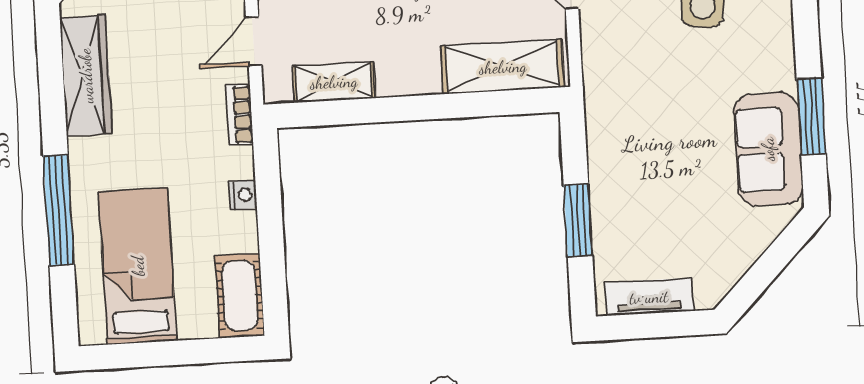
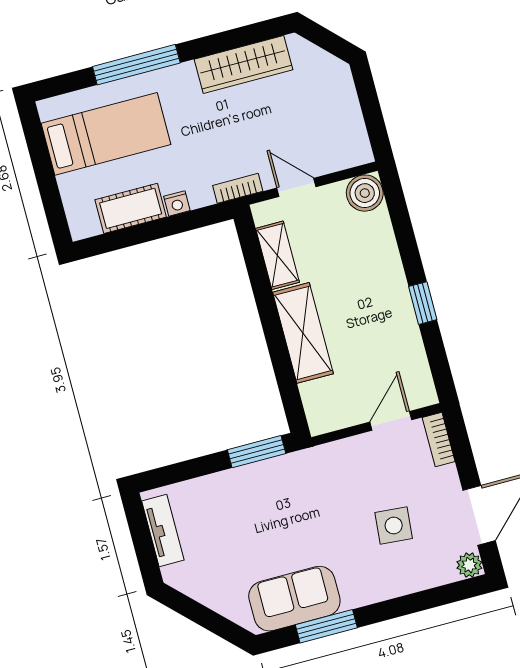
shelving: (503, 67) -> (303, 333), moved
window: (578, 220) -> (257, 452), moved
cot: (240, 296) -> (131, 208), moved

